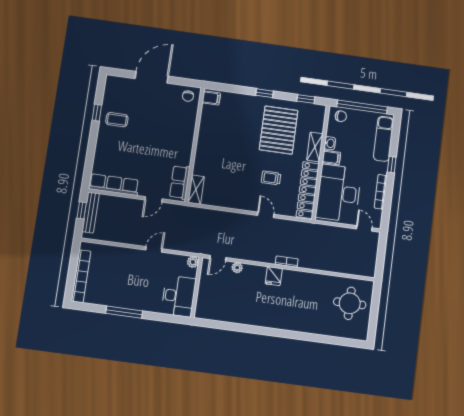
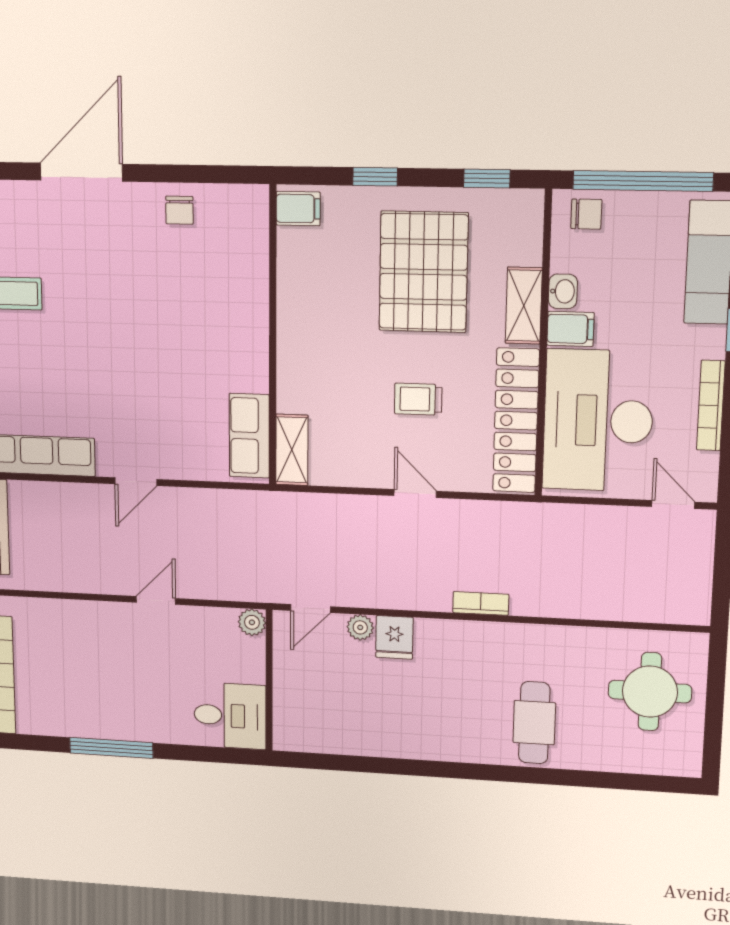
filing cabinet: (211, 98) -> (298, 209), moved
wall: (195, 145) -> (273, 337), moved
row of seats: (180, 182) -> (249, 436), moved
shelving: (196, 190) -> (292, 450), moved
fridge: (274, 276) -> (394, 637), moved
desk: (179, 296) -> (230, 716), width x0.73
cafe table: (303, 313) -> (534, 723), added

